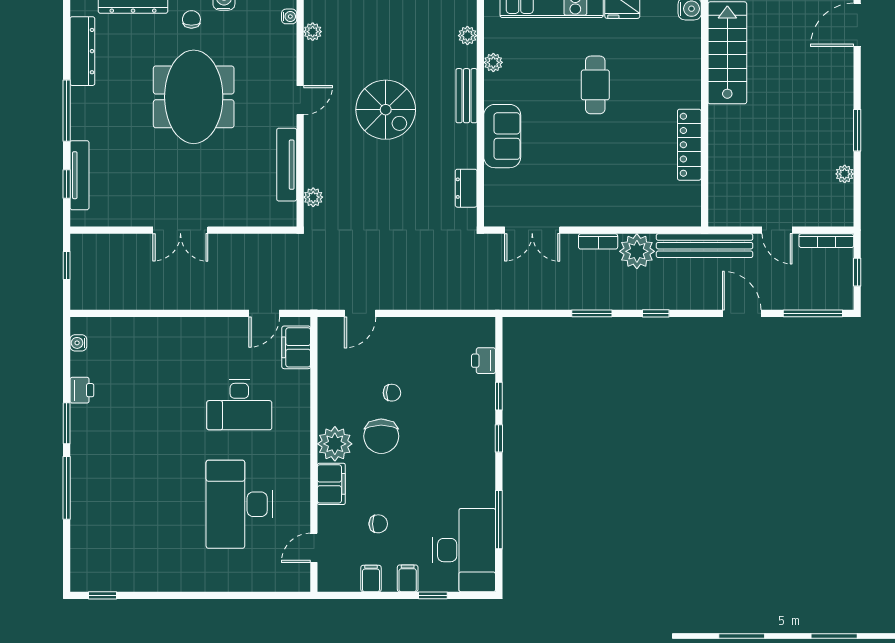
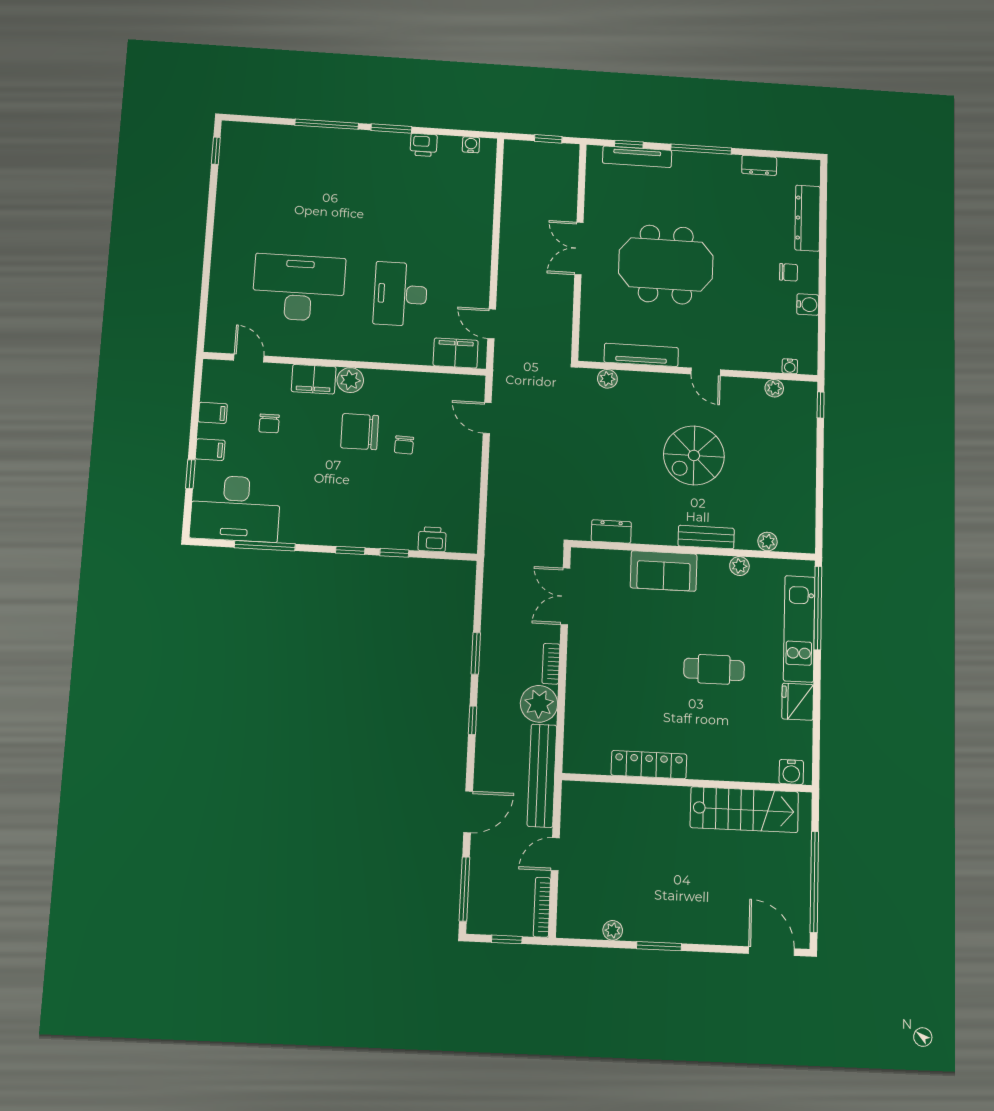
dresser: (82, 51) -> (759, 165), width x0.51, depth x0.80
meeting table: (194, 97) -> (666, 264), moved
plant: (335, 444) -> (350, 380), width x0.73, depth x0.73

